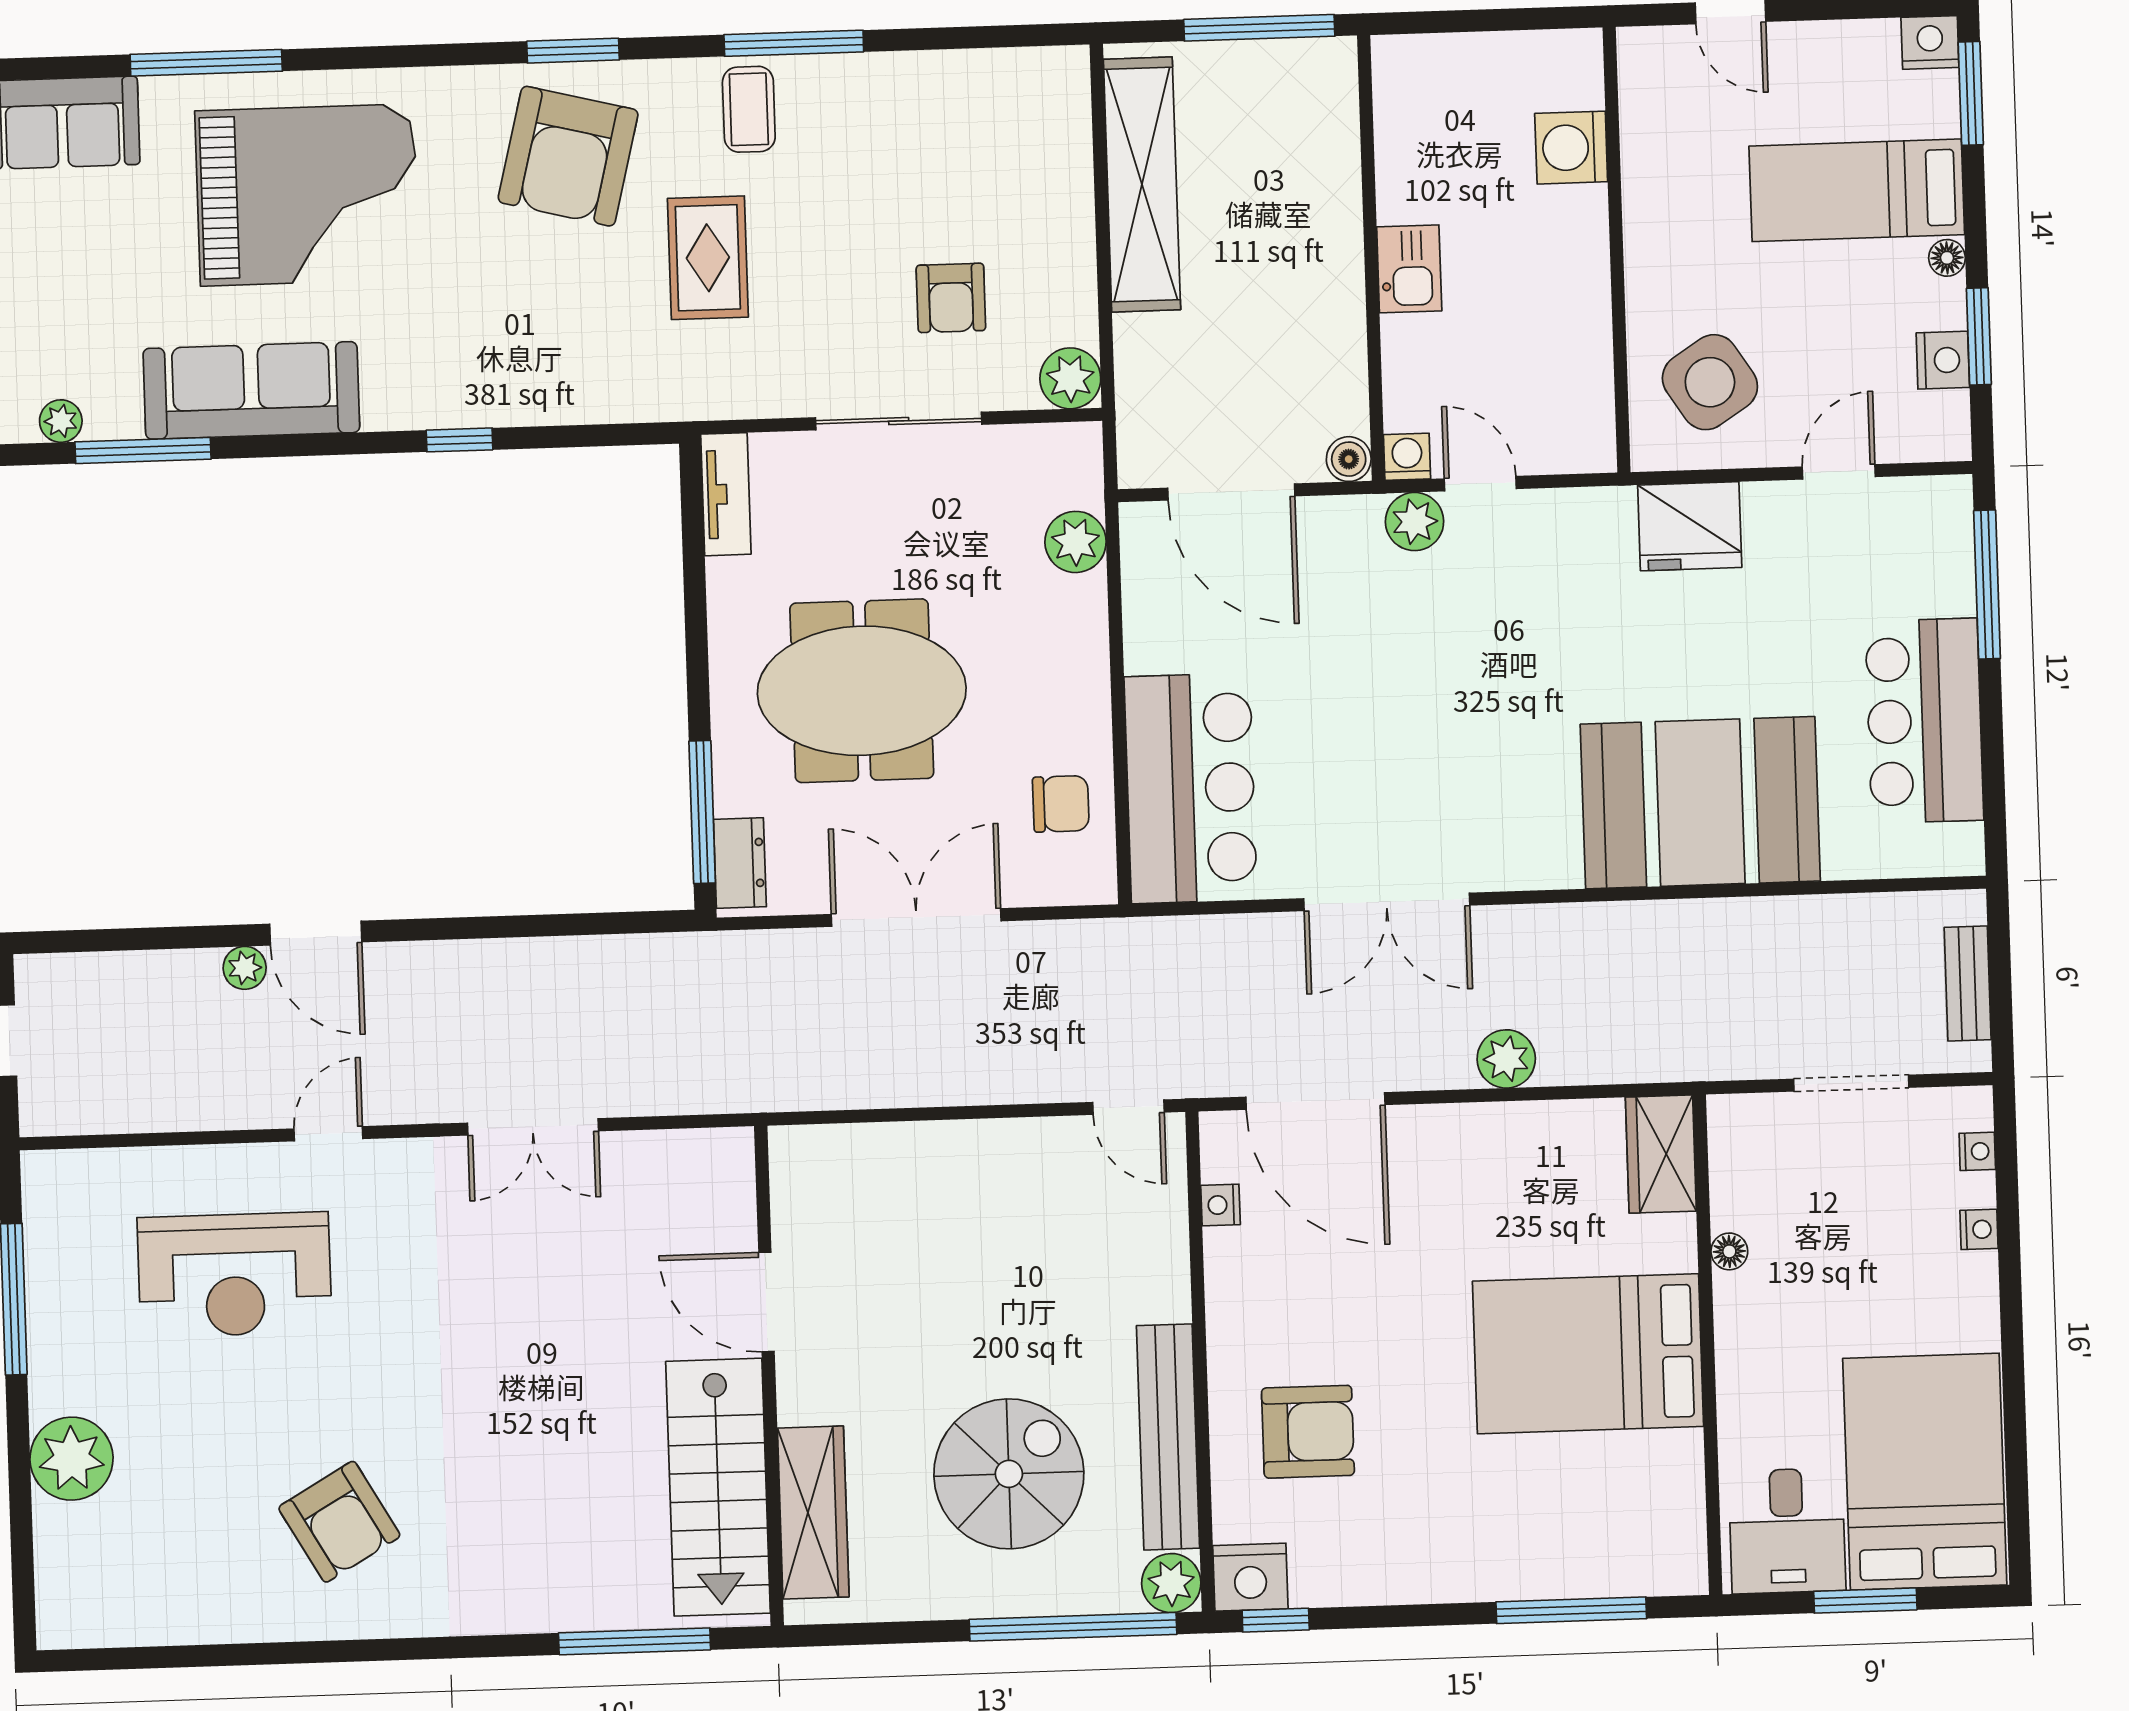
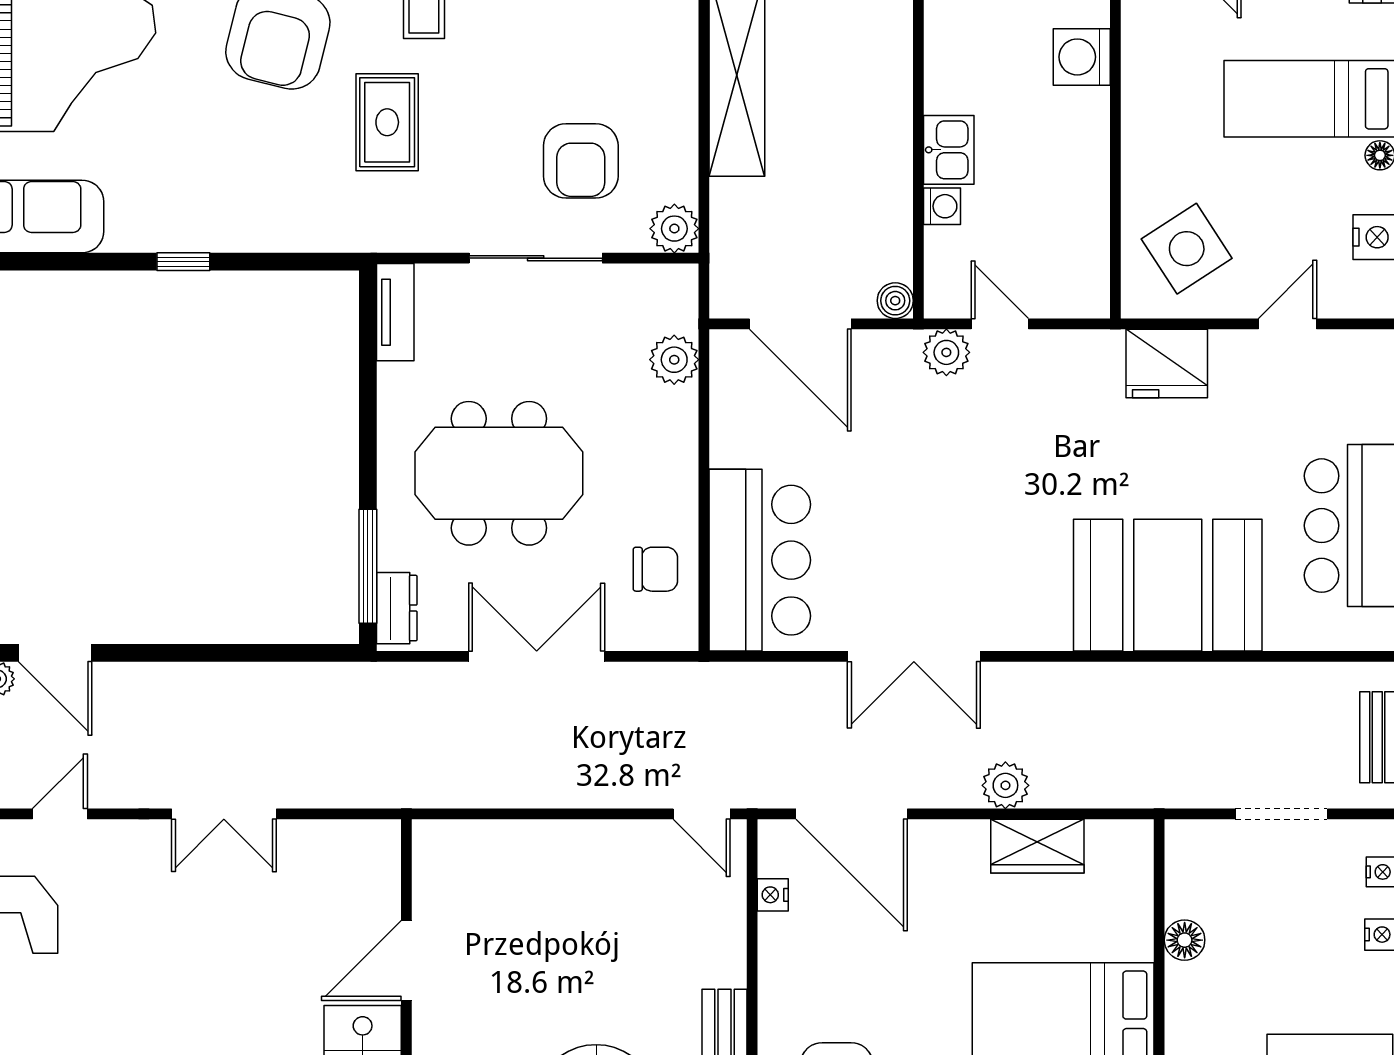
armchair: (951, 298) -> (581, 161), width x1.38, depth x1.38
washing machine: (1407, 457) -> (942, 206), moved, turned 90
wardrobe: (1661, 1154) -> (1037, 846), moved, turned -90
floor lamp: (1729, 1251) -> (1185, 940), width x1.37, depth x1.37
door: (767, 1302) -> (406, 960), hinge flipped

